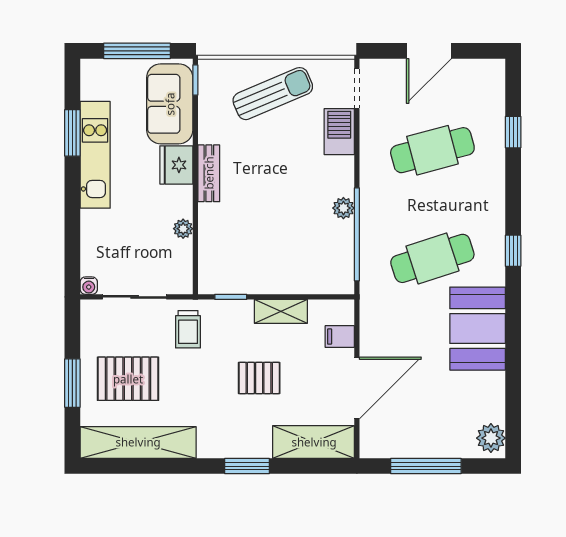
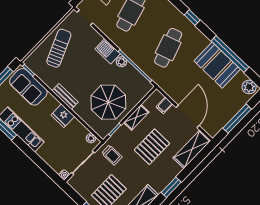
barbecue: (339, 132) -> (108, 51), moved
fridge: (176, 165) -> (63, 116), moved
plant: (183, 229) -> (91, 138), moved
parasol: (263, 247) -> (108, 102), added
booth: (478, 329) -> (217, 65), moved
window: (513, 361) -> (230, 54), added
pallet: (259, 378) -> (152, 147), width x1.50, depth x1.42
window: (247, 466) -> (171, 187), moved

